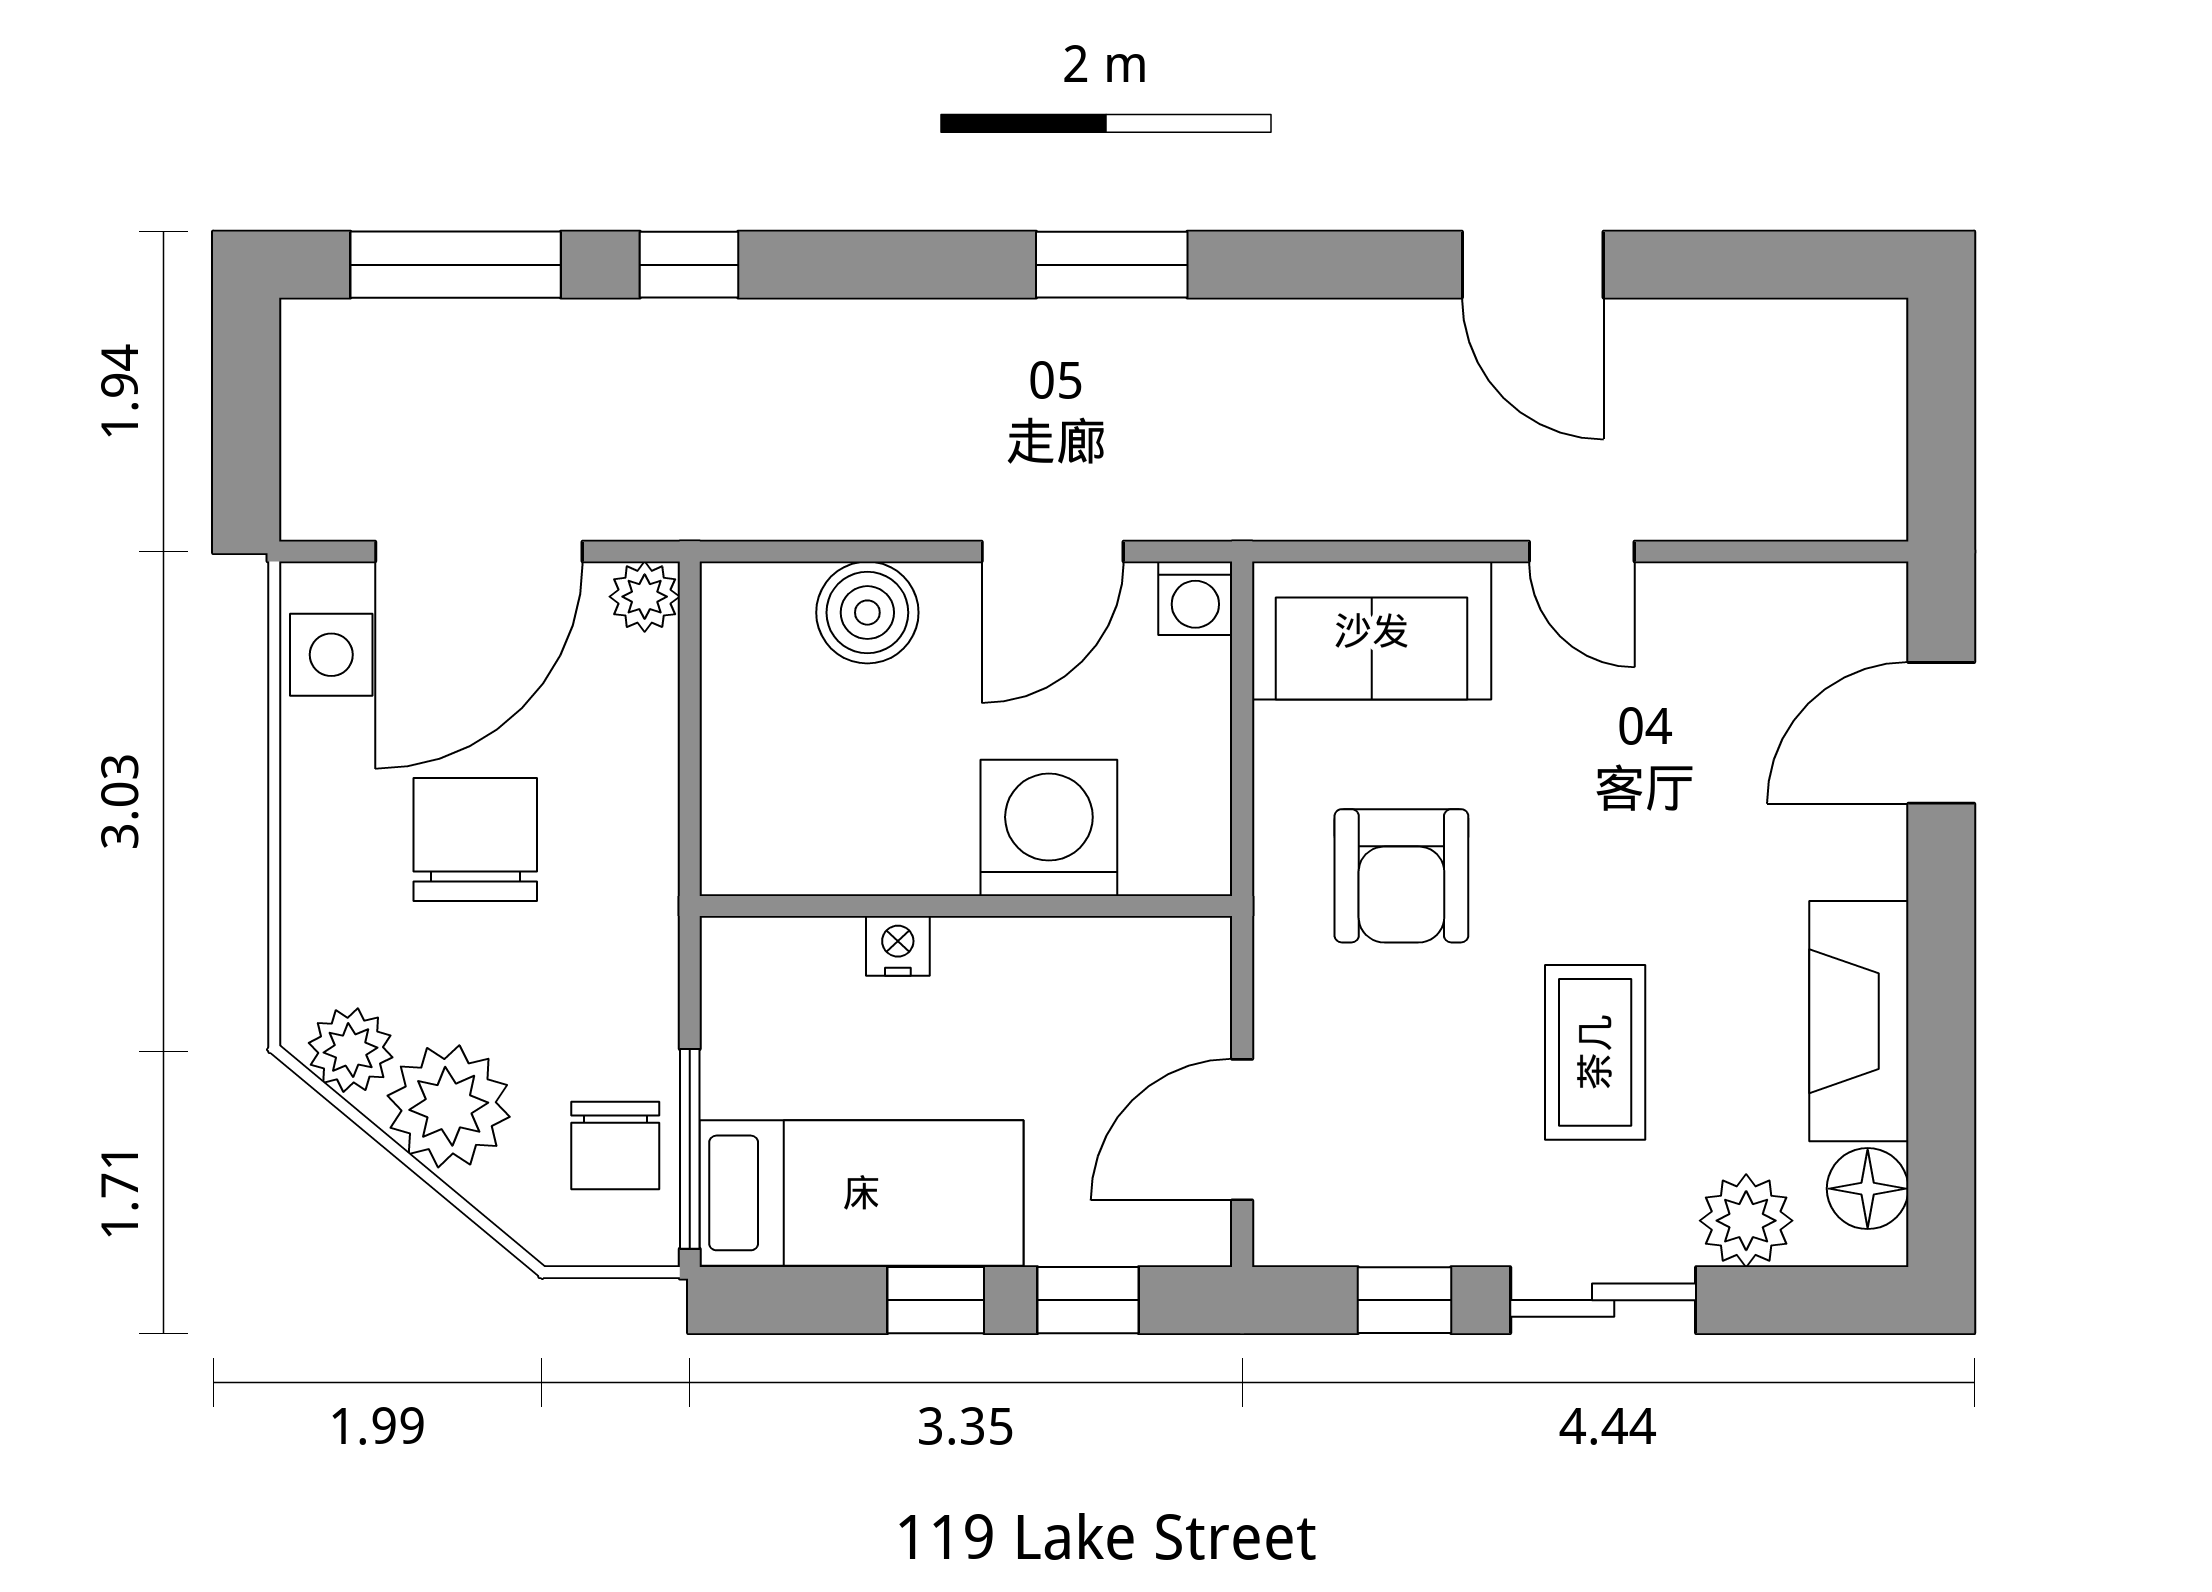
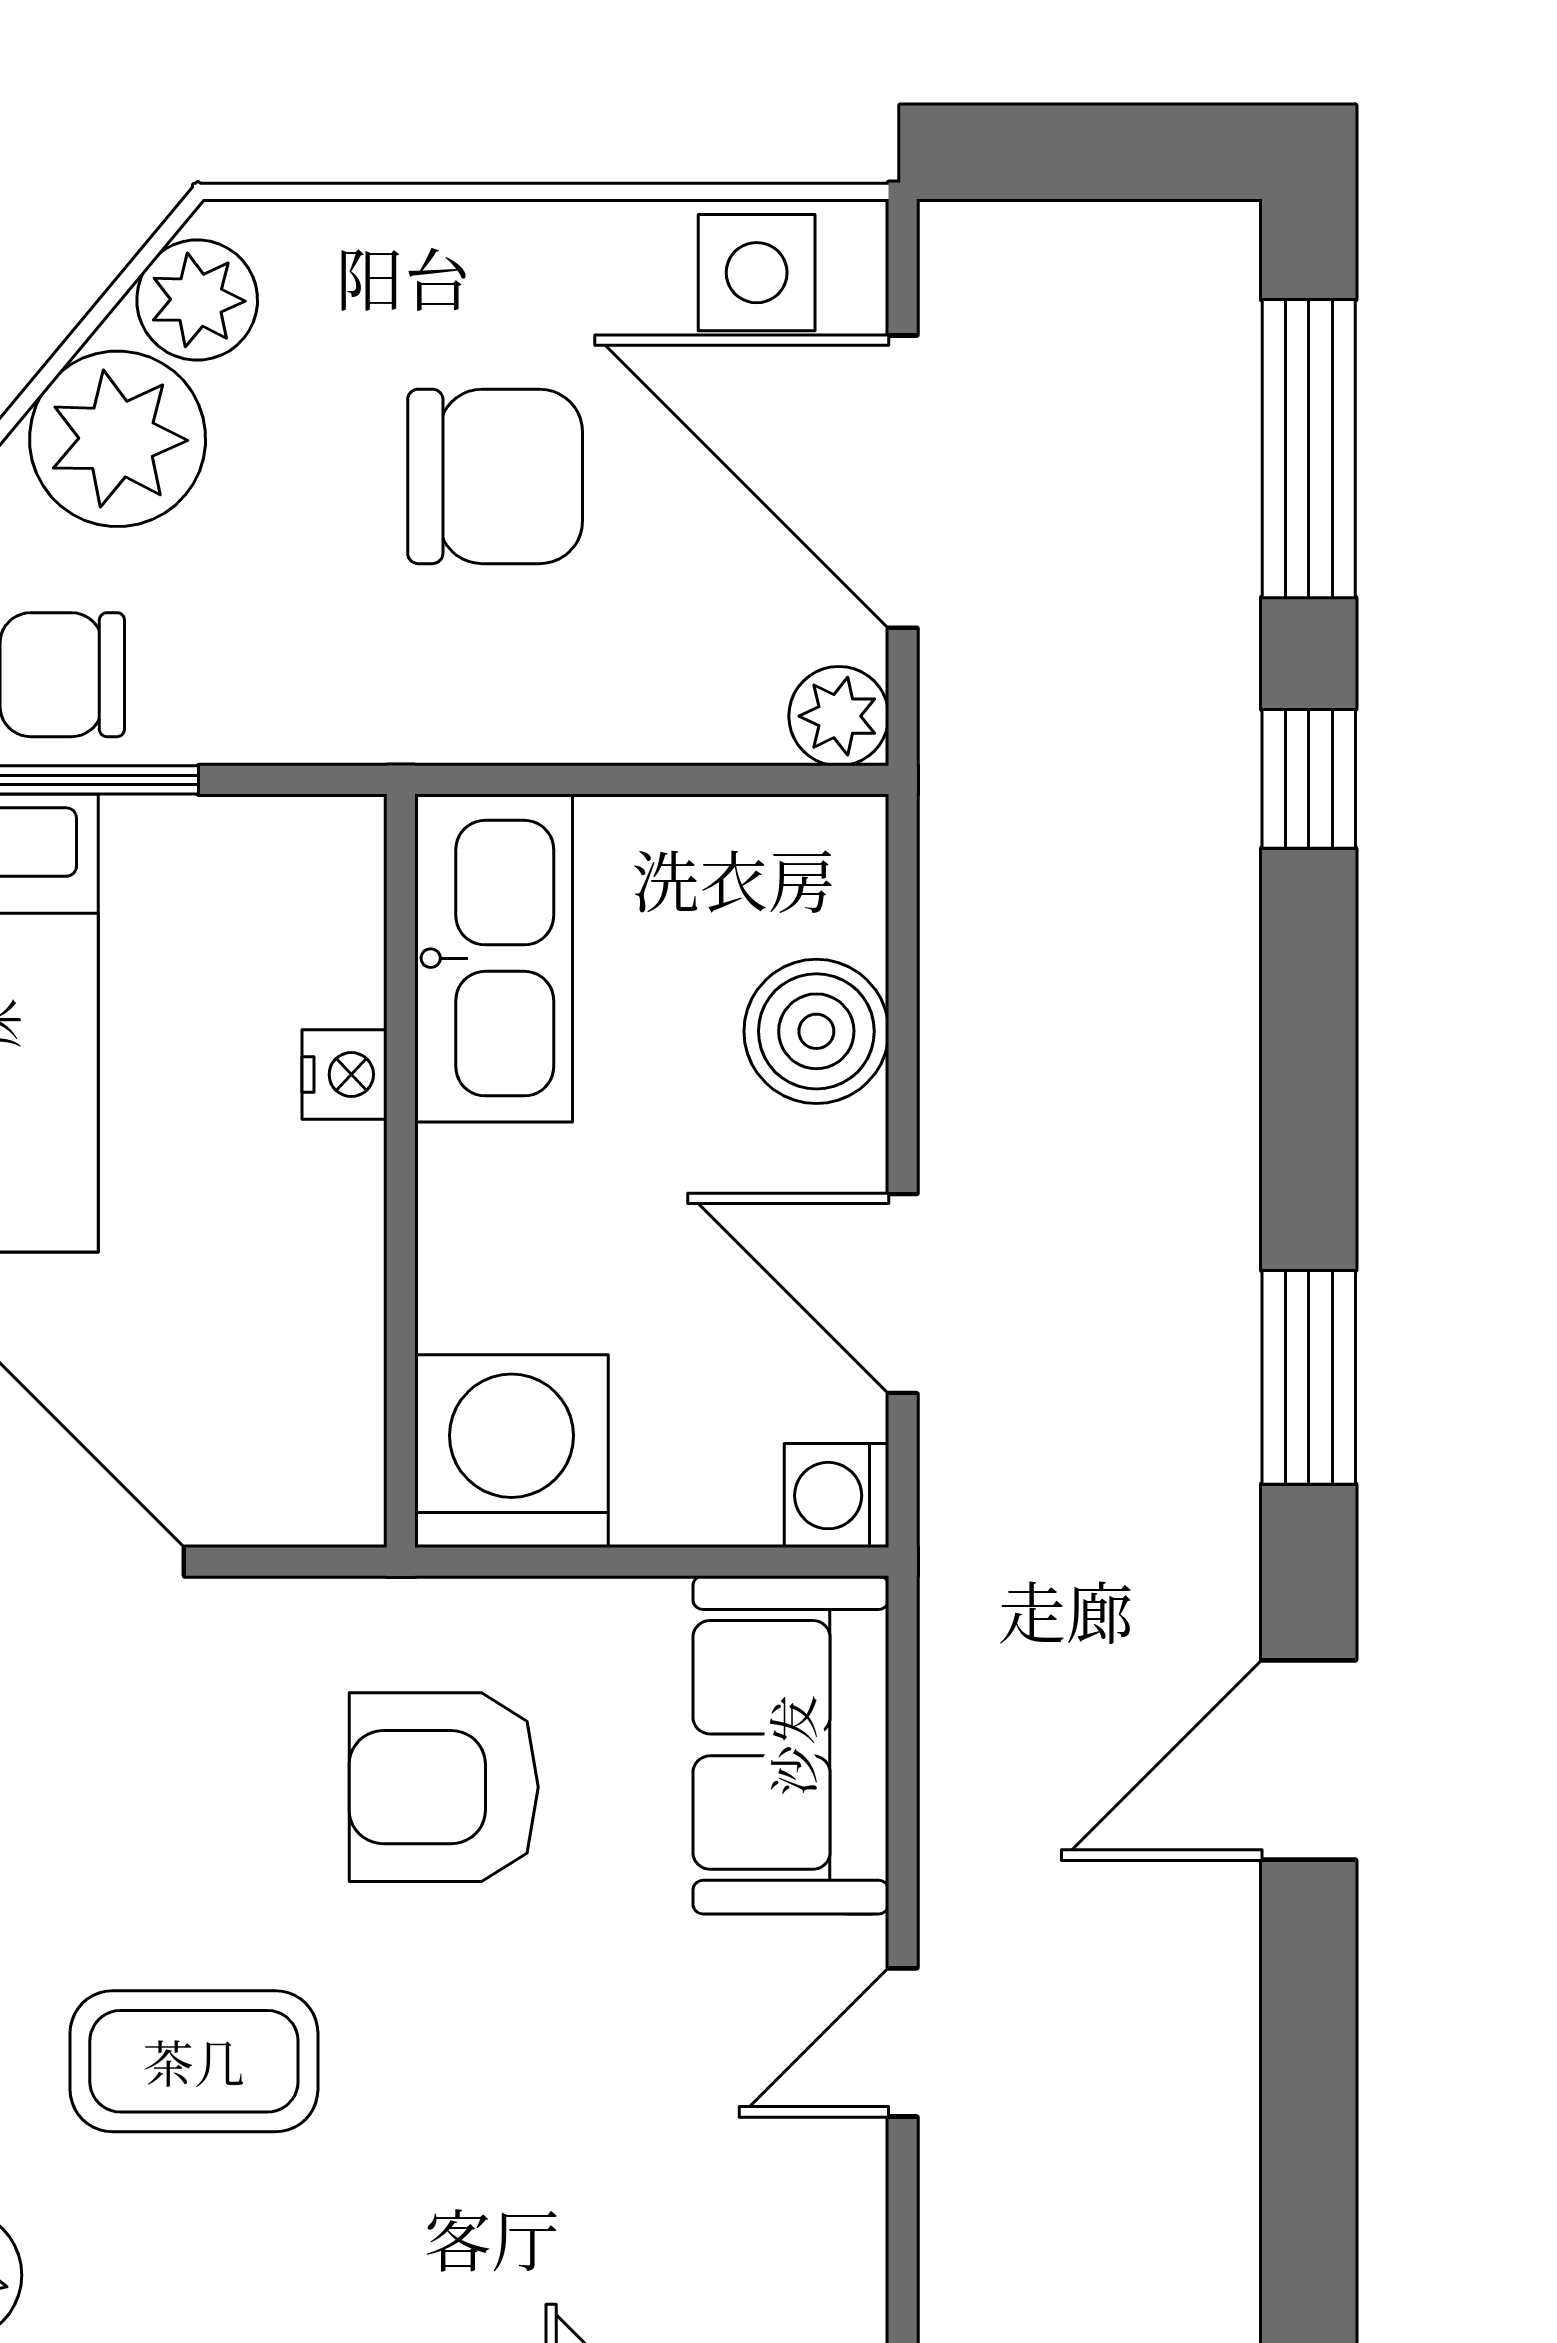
door: (1533, 265) -> (1309, 1760), moved
washing machine: (1049, 828) -> (511, 1451), moved, turned -90
kitchen sink: (816, 841) -> (494, 958), added

